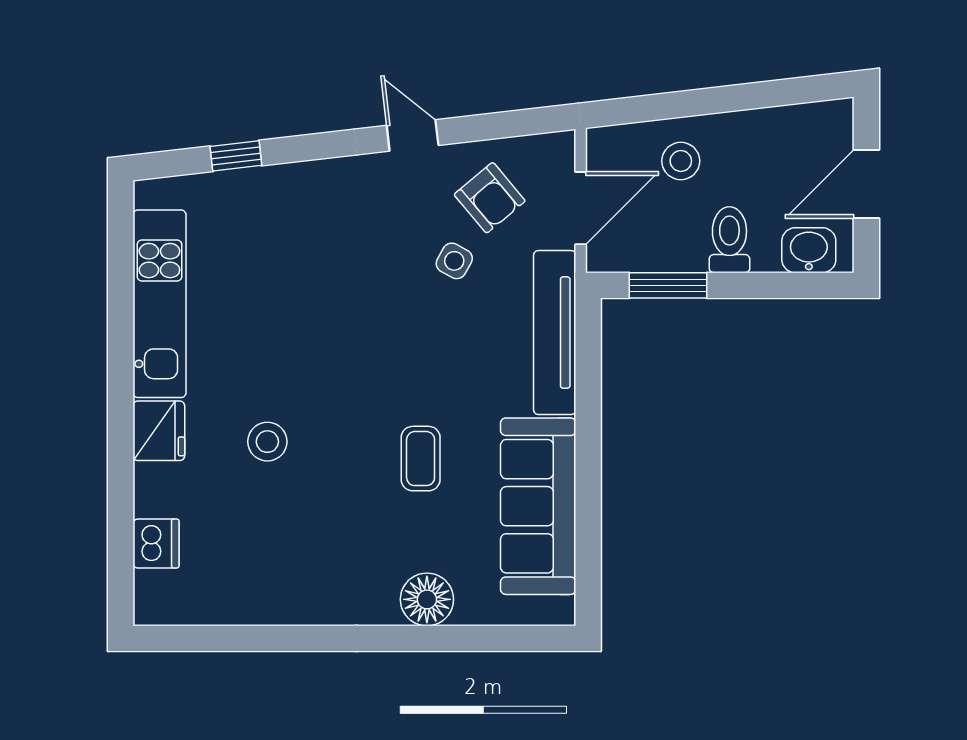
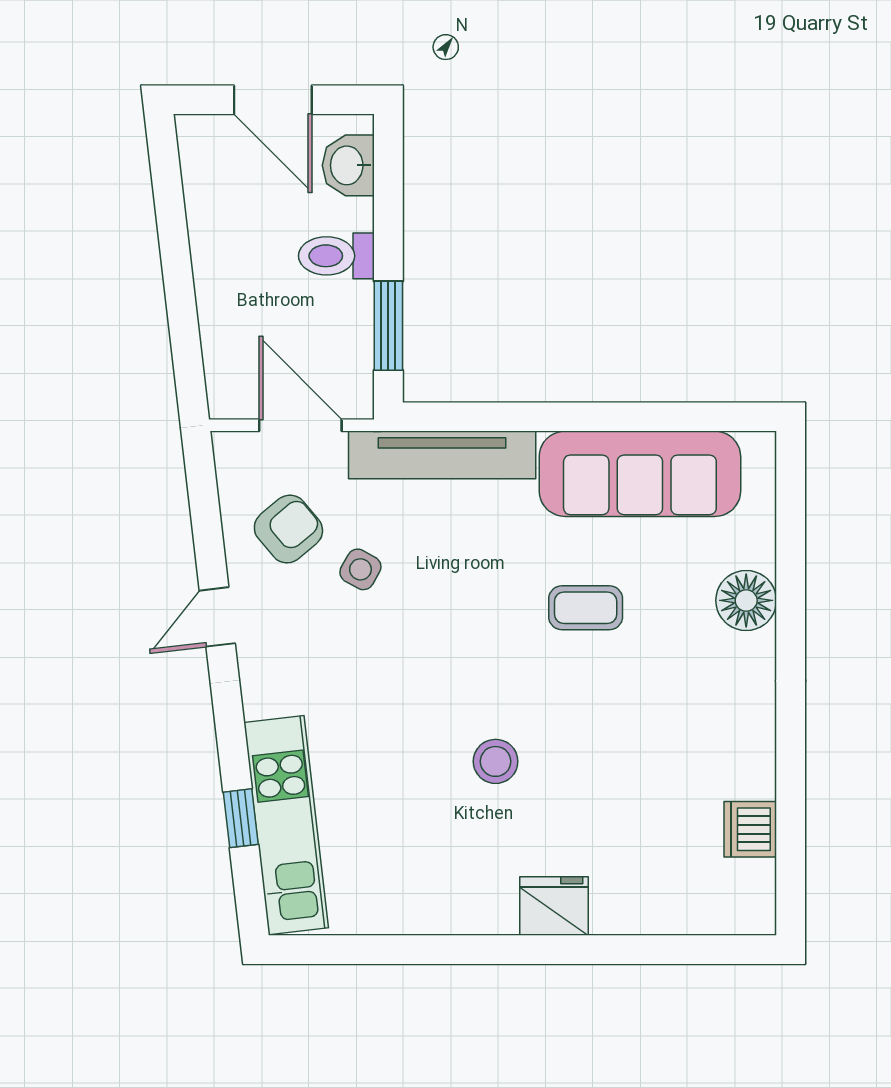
stool: (681, 161) -> (247, 311), removed
kitchen unit: (159, 304) -> (286, 825), moved, turned 83
stool: (267, 442) -> (496, 761), moved
dishwasher: (156, 544) -> (750, 829), moved, turned -90

